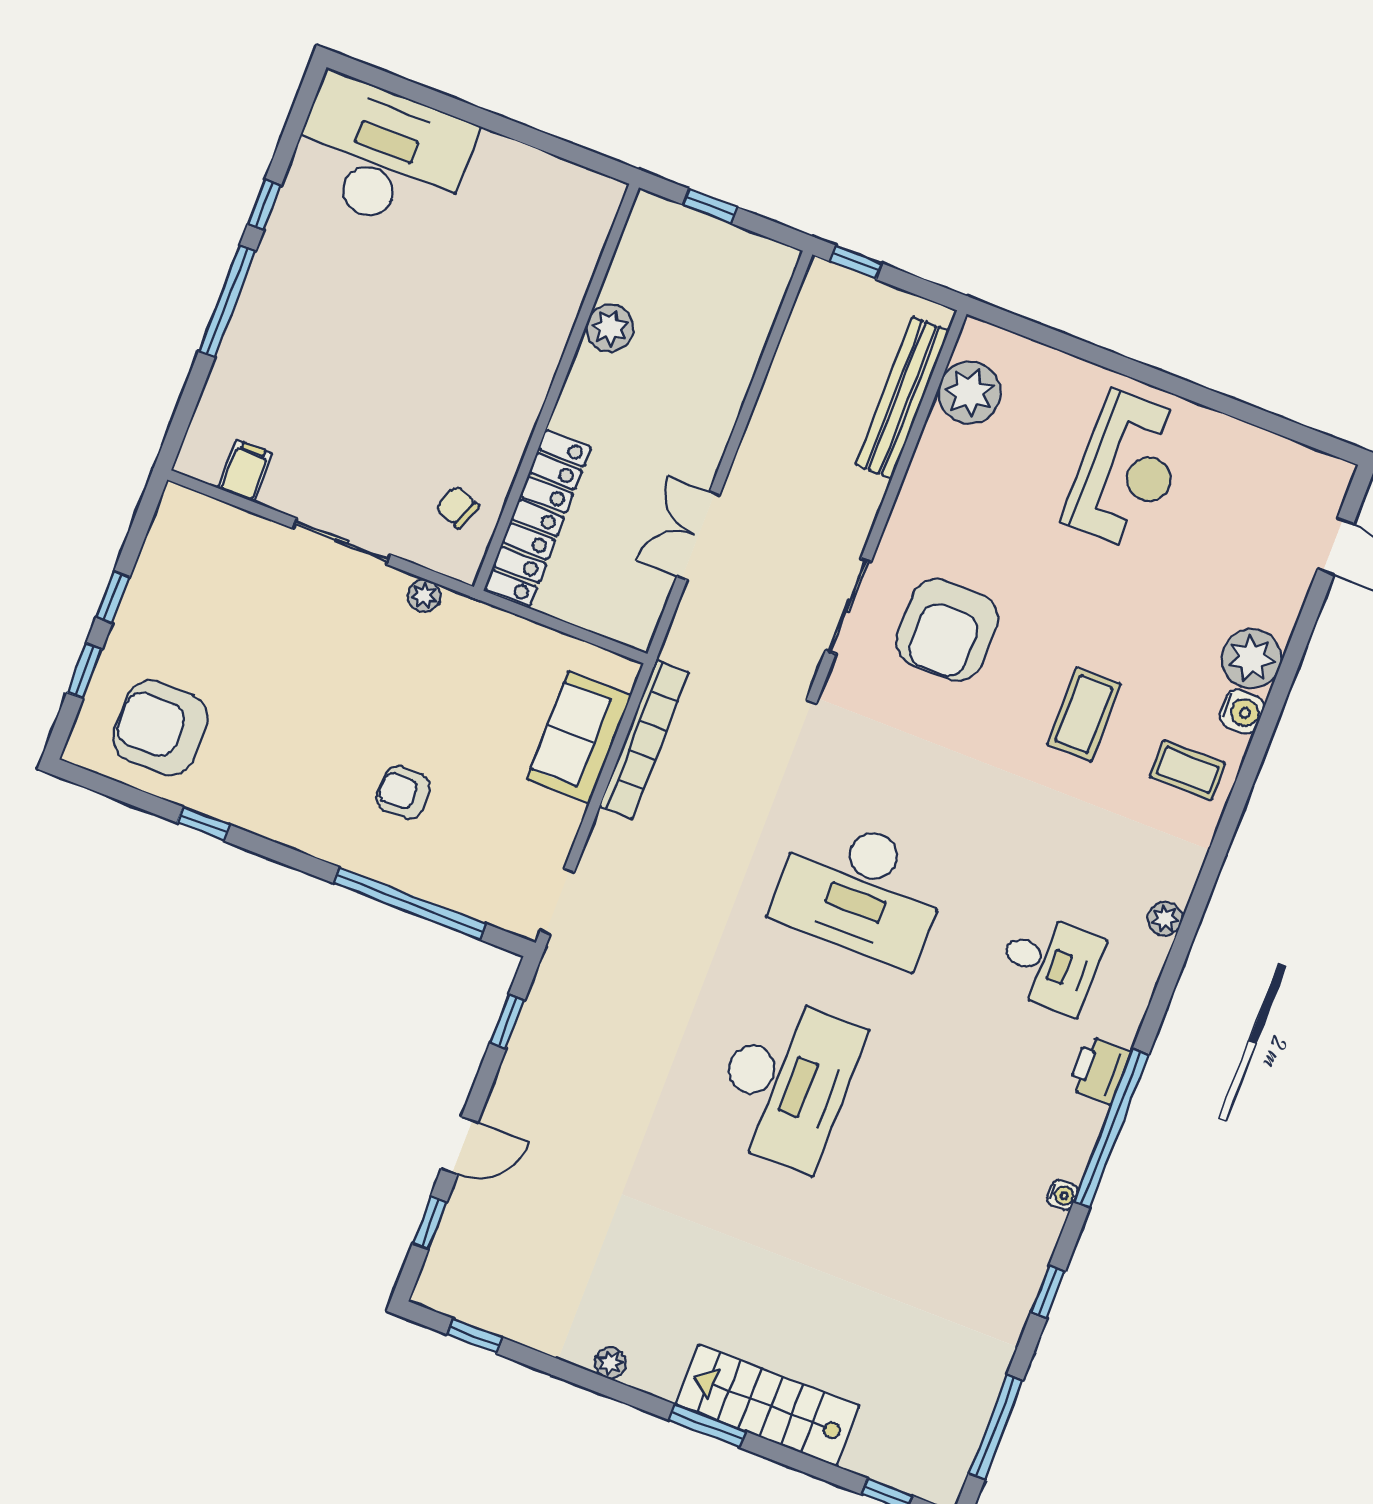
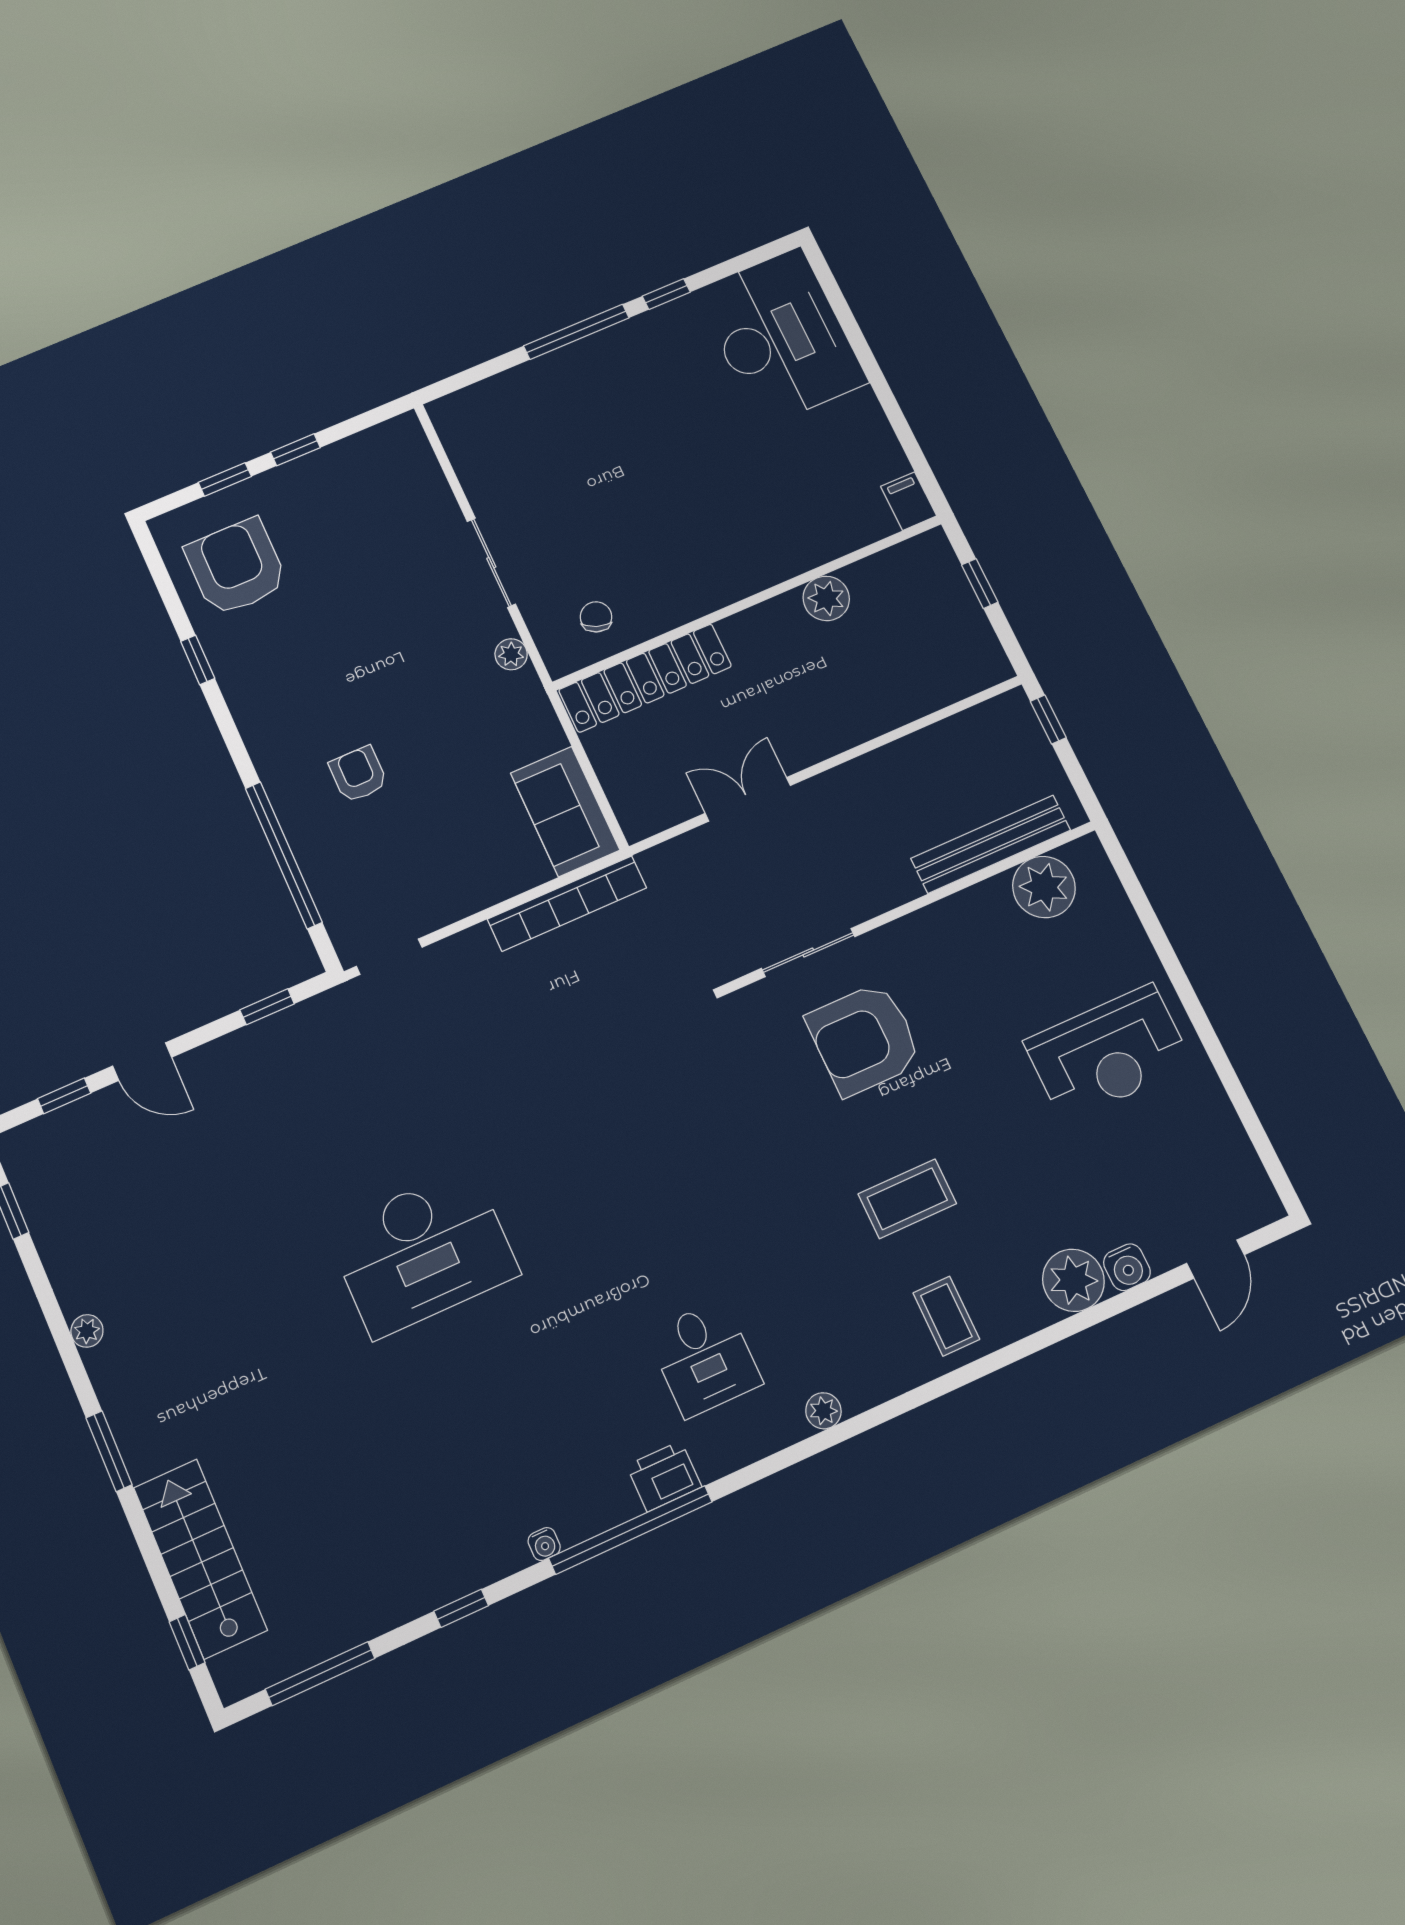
filing cabinet: (245, 471) -> (909, 501), moved, turned -90
water cooler: (1242, 711) -> (1127, 1267), moved
sofa: (579, 737) -> (565, 811), moved, turned -90
desk: (860, 890) -> (616, 1165), removed
stairs: (768, 1405) -> (200, 1559), moved

